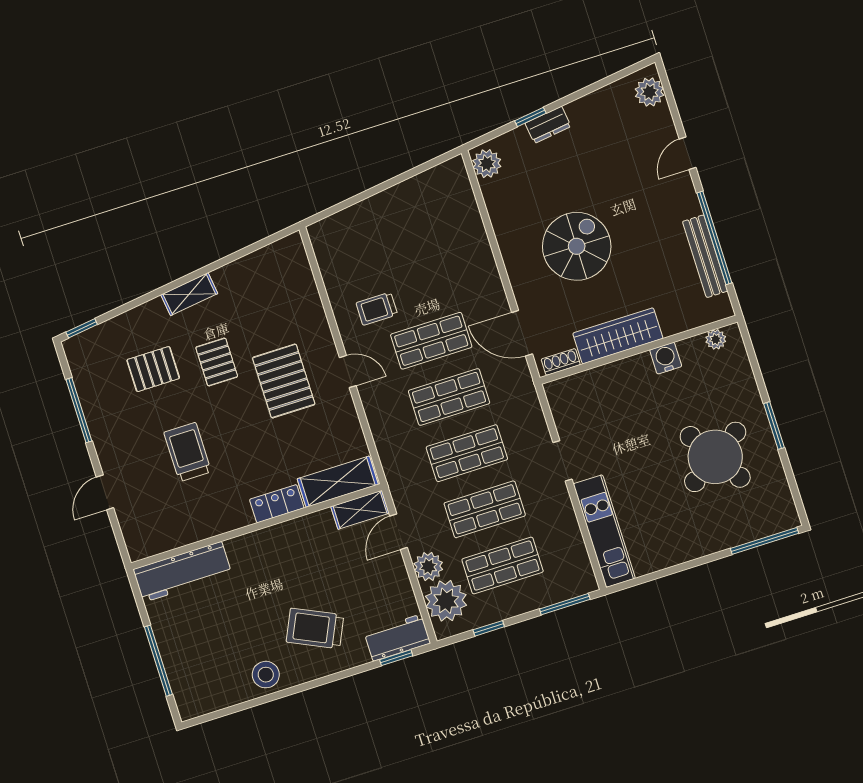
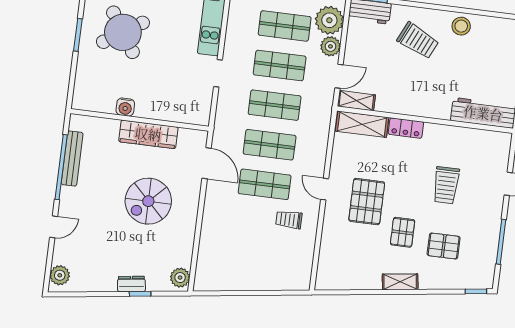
trolley: (377, 309) -> (289, 220), turned 180
plant: (716, 339) -> (89, 104), removed
shoe rack: (561, 362) -> (191, 135), removed

